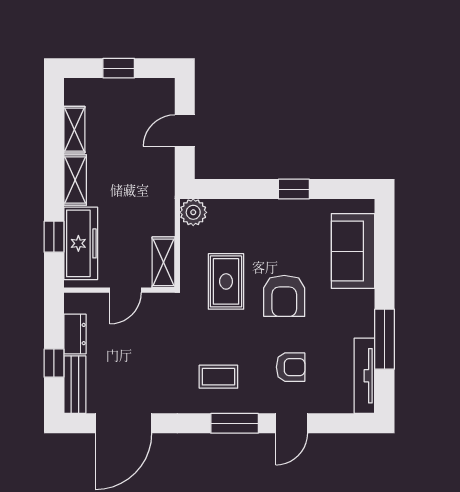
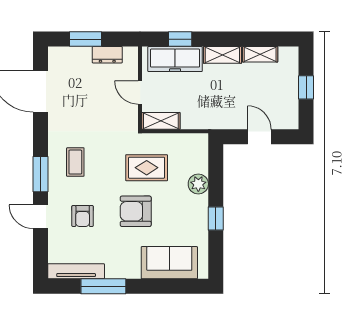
plant: (193, 212) -> (198, 184), moved
window: (54, 363) -> (86, 39), width x1.50
bench: (75, 385) -> (69, 55), removed

